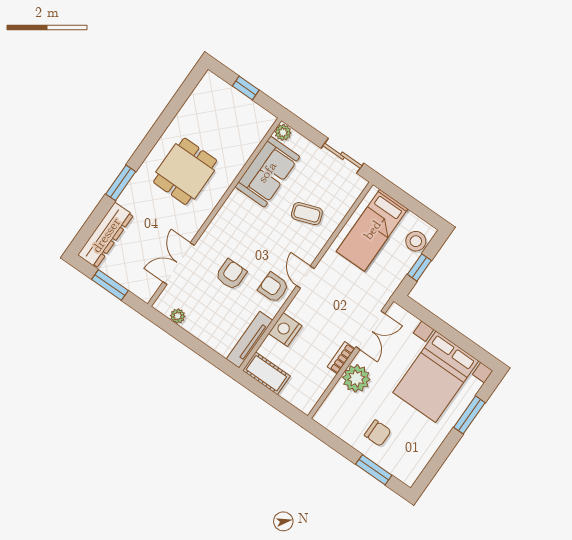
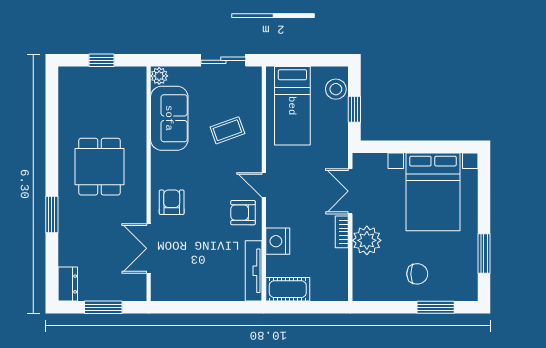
dresser: (106, 235) -> (68, 284), width x0.51, depth x0.80
armchair: (231, 274) -> (172, 202), moved
plant: (178, 316) -> (179, 293), removed
double door: (370, 330) -> (350, 191), swing flipped
window: (469, 415) -> (484, 254), moved

